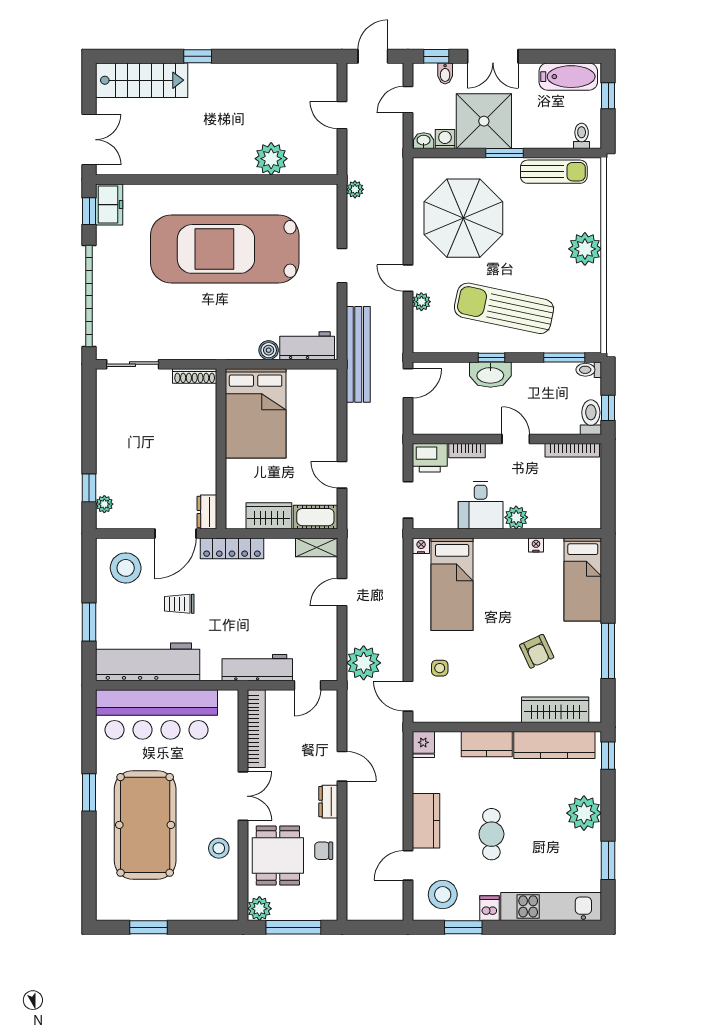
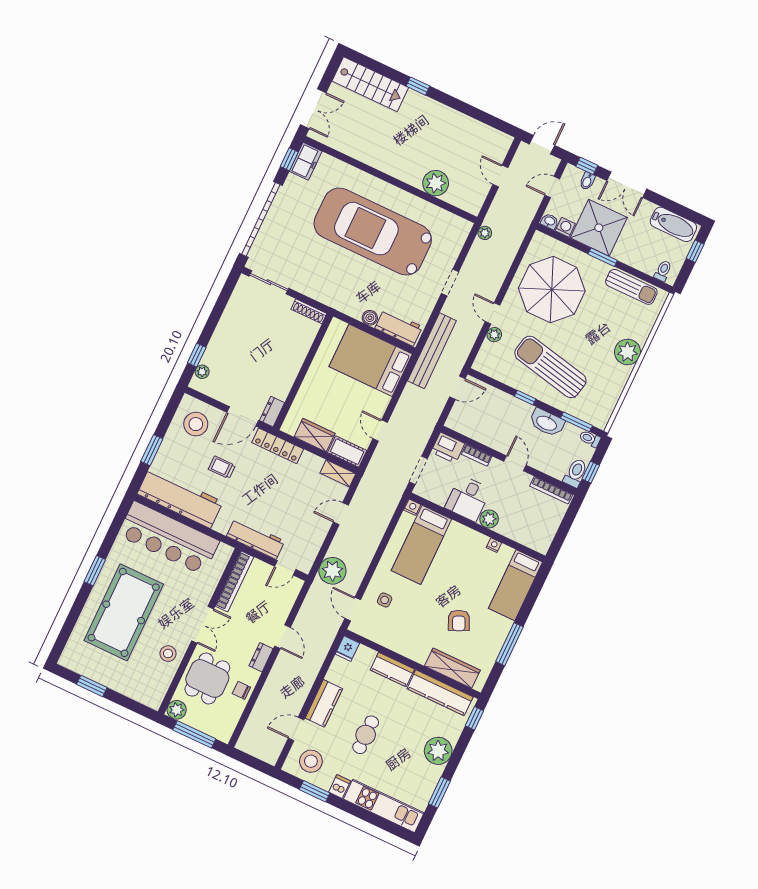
washbasin: (490, 375) -> (547, 423), moved
bed: (256, 413) -> (371, 360), moved, turned 90

